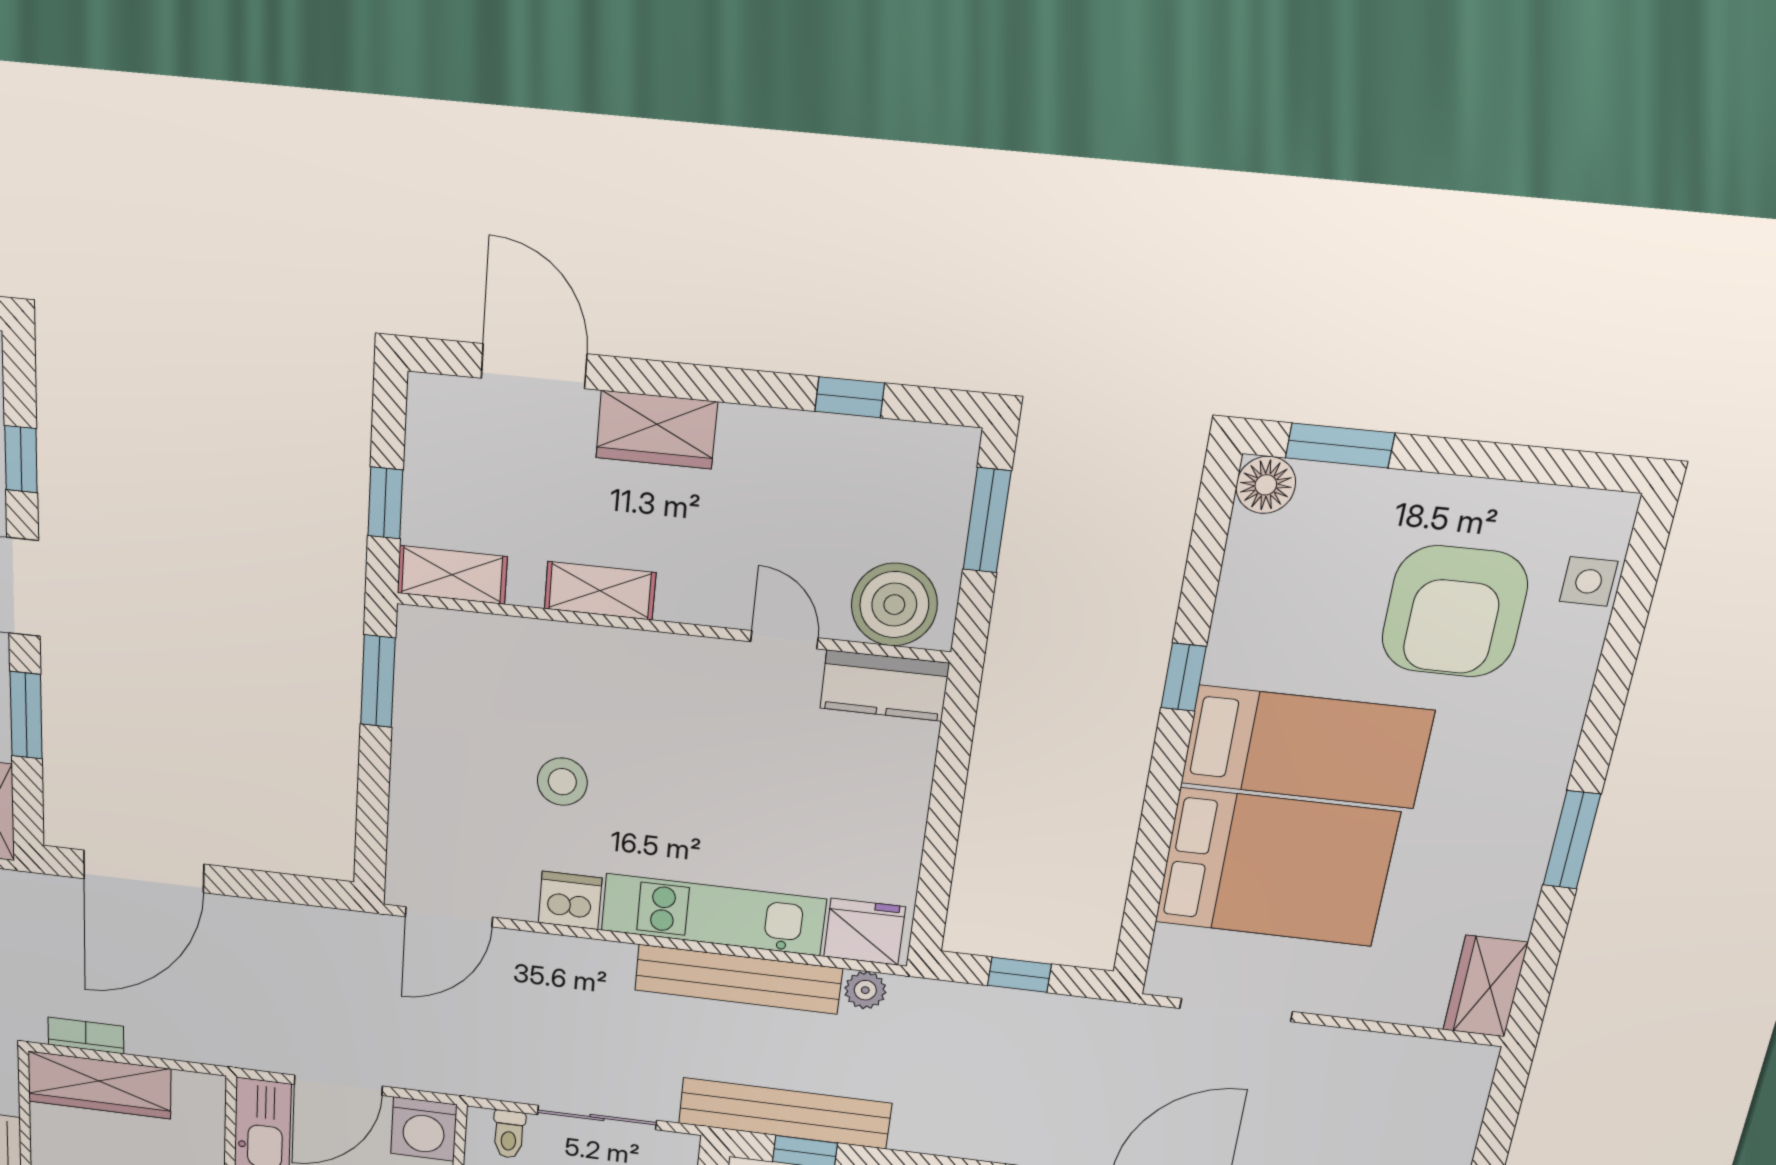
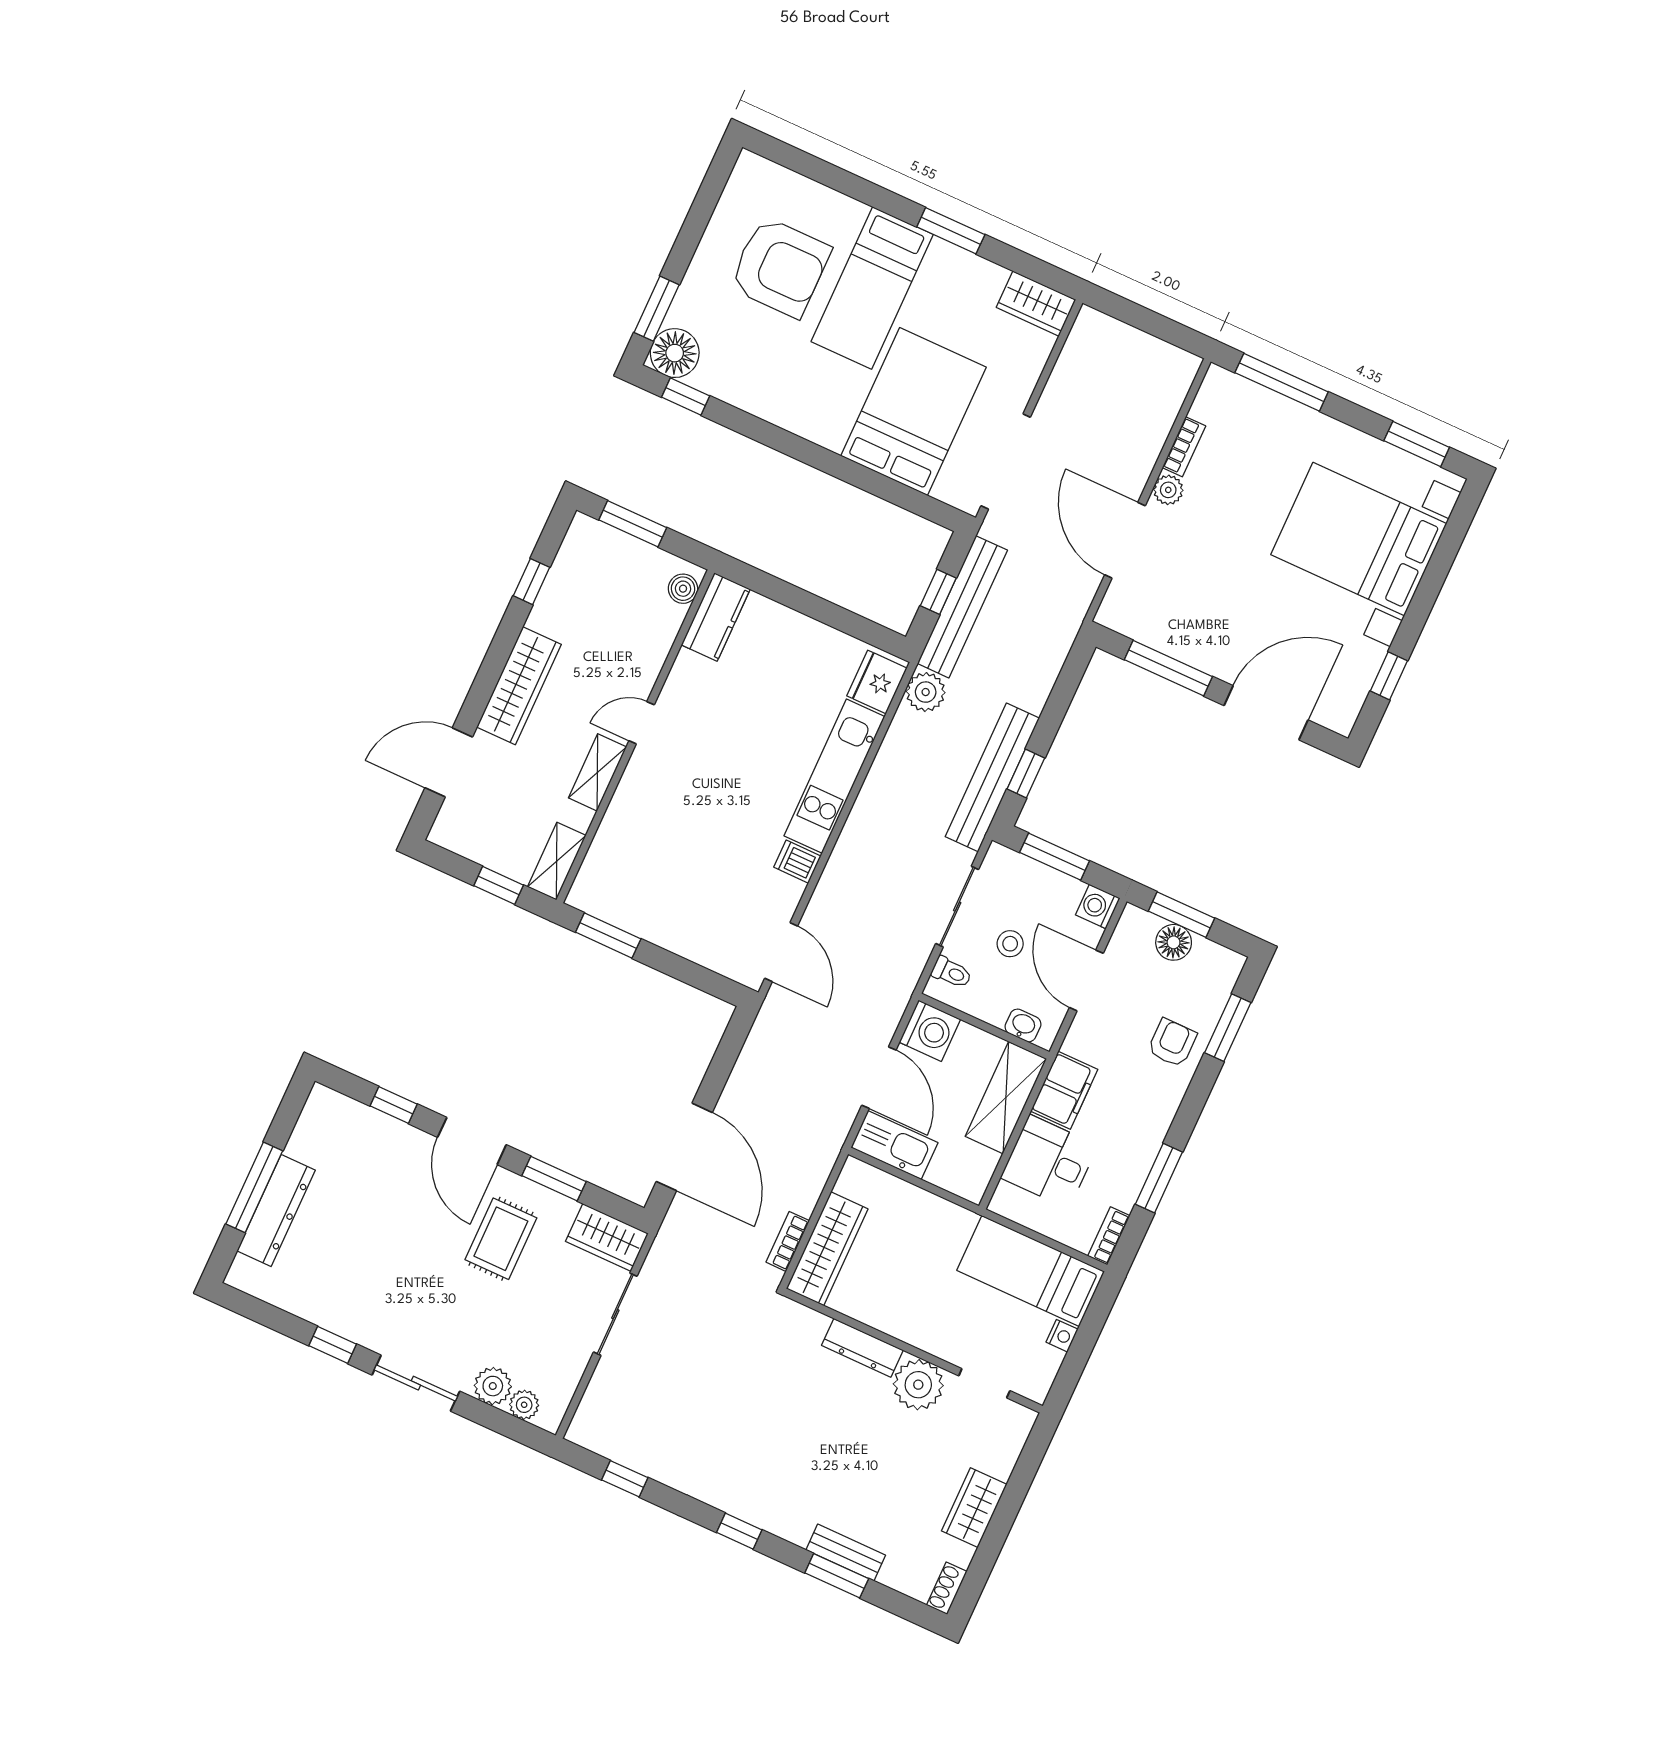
wardrobe: (657, 430) -> (519, 686), width x1.50
floor lamp: (1266, 485) -> (675, 353), width x1.38, depth x1.38
side table: (1589, 581) -> (786, 187), removed
boiler: (894, 605) -> (683, 589), width x0.54, depth x0.54
door: (784, 640) -> (642, 723), moved
window: (1183, 677) -> (686, 397), moved
bed: (1307, 747) -> (872, 288), moved, turned 180
stool: (562, 782) -> (713, 842), removed
dishwasher: (570, 900) -> (797, 862), width x0.73
bench: (738, 979) -> (962, 607), moved
plant: (865, 990) -> (926, 692), width x1.38, depth x1.38
doorway: (1236, 1010) -> (1006, 462), width x1.36

